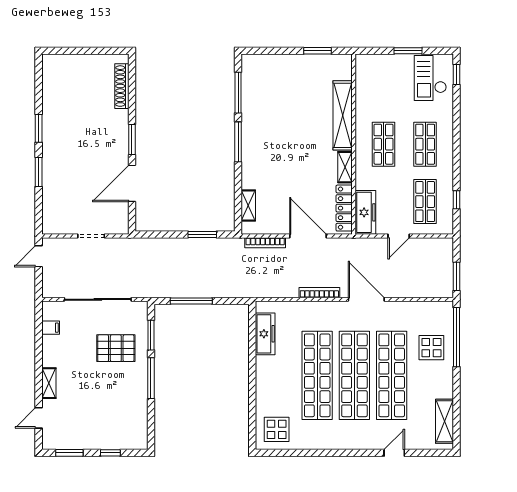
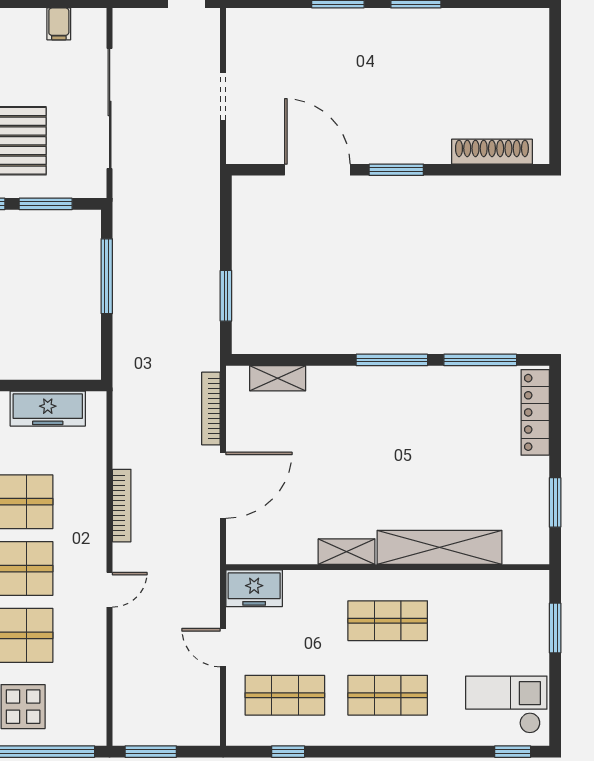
window: (408, 51) -> (555, 628), moved
locker: (344, 208) -> (535, 412), moved, turned -90
freezer: (365, 212) -> (254, 588), width x0.71
door: (366, 299) -> (110, 590), width x0.53

